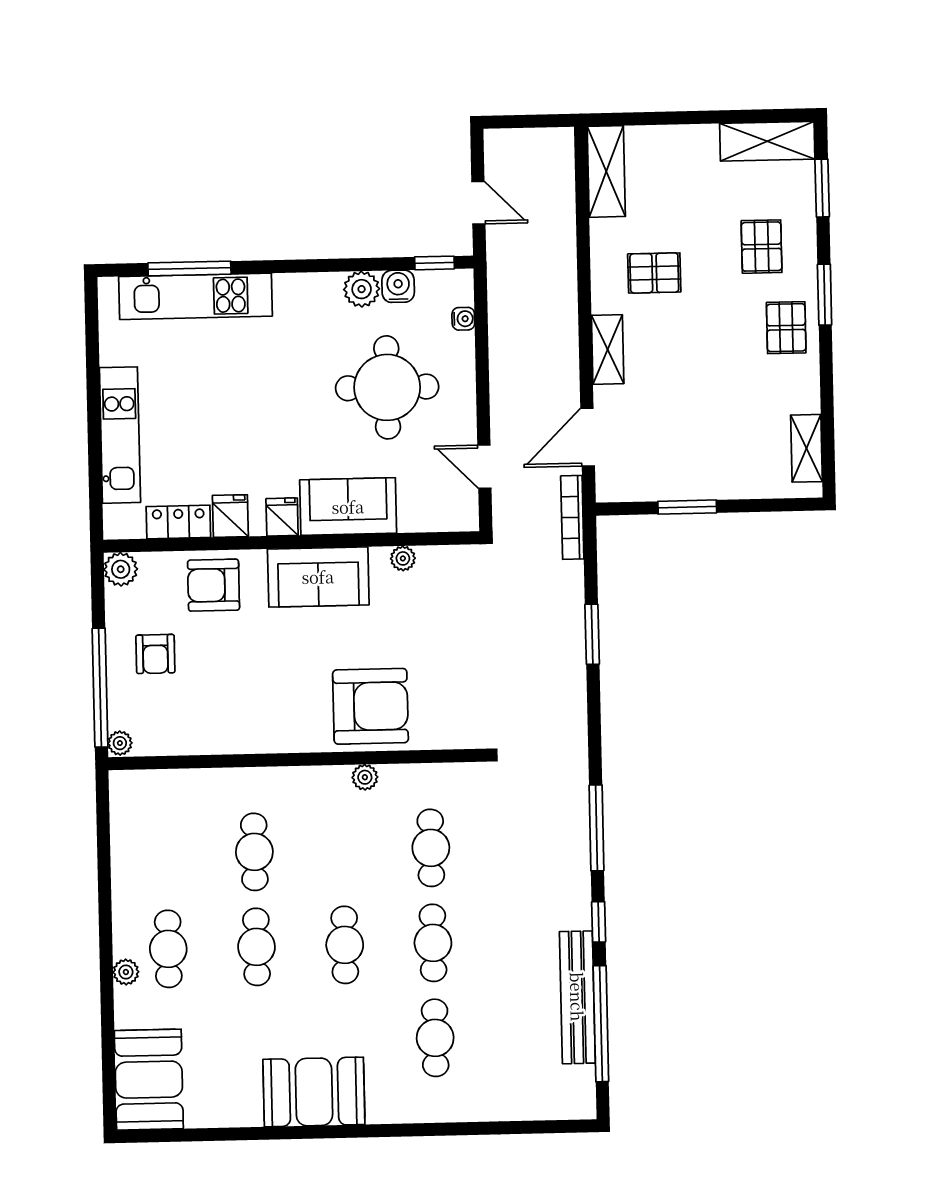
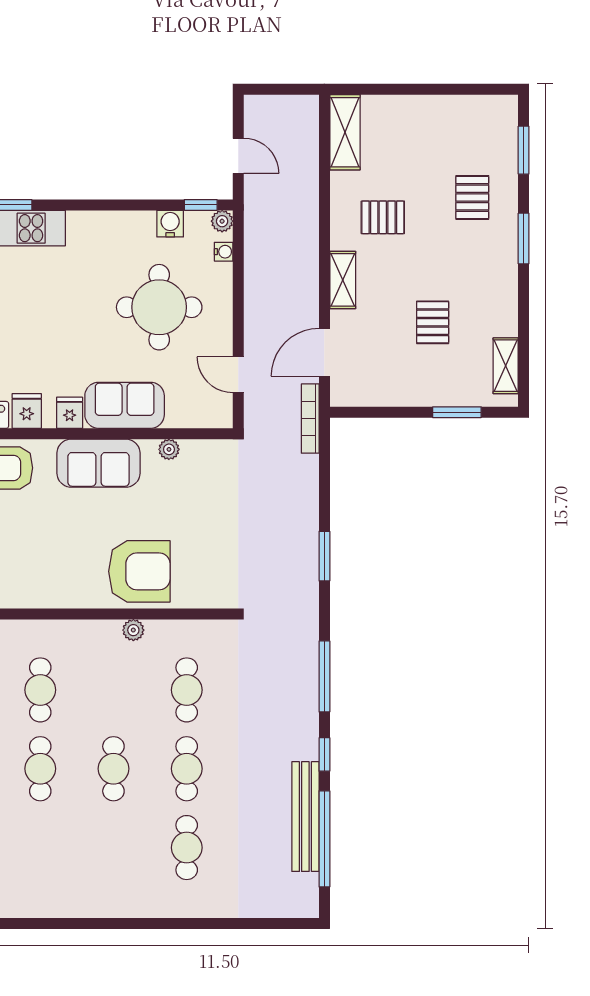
shelving: (767, 141) -> (479, 110), removed
plant: (362, 289) -> (222, 221), moved, width x0.73, depth x0.73
pallet: (786, 328) -> (433, 322), moved
window: (687, 507) -> (457, 412), moved
window: (592, 634) -> (324, 556), moved
booth: (314, 1092) -> (85, 890), removed

